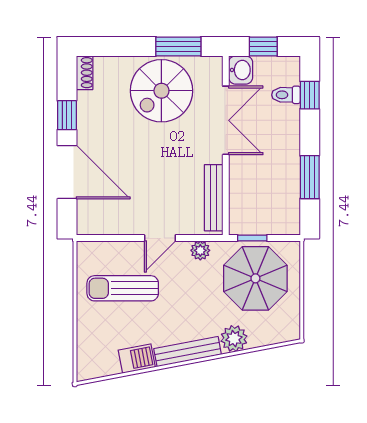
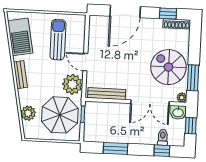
plant: (214, 65) -> (182, 98), added
shoe rack: (85, 73) -> (177, 24), width x1.43
window: (67, 115) -> (168, 14), moved
plant: (200, 250) -> (72, 84), width x1.87, depth x1.87
plant: (234, 339) -> (28, 113), moved
bench: (188, 352) -> (20, 75), width x0.73
barbecue: (137, 359) -> (20, 37), width x1.88, depth x1.53

